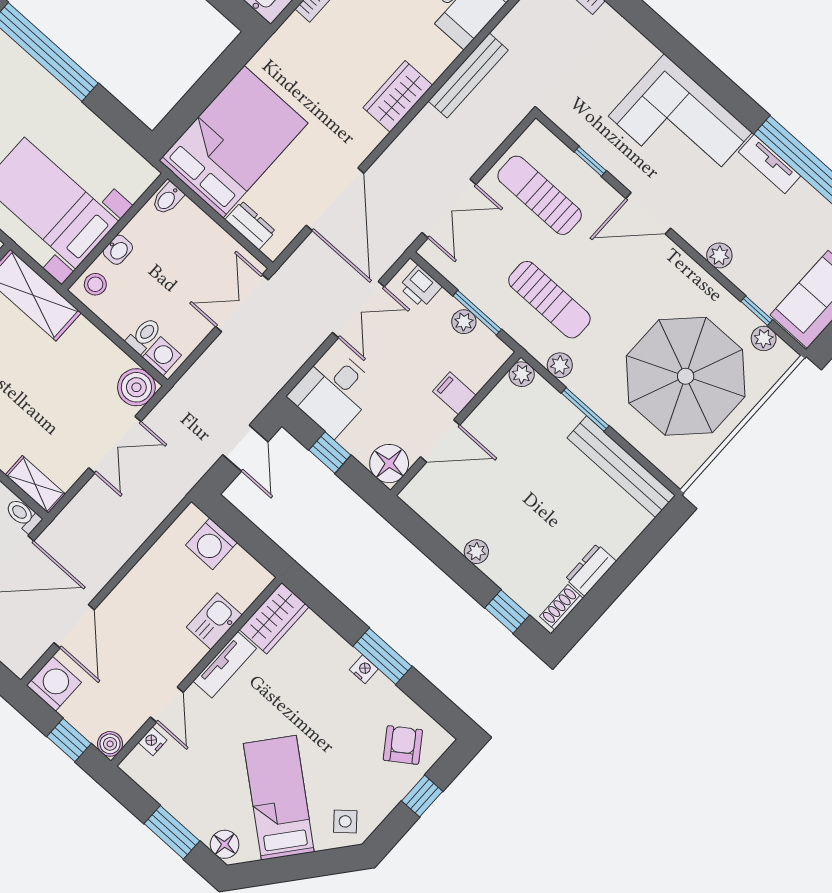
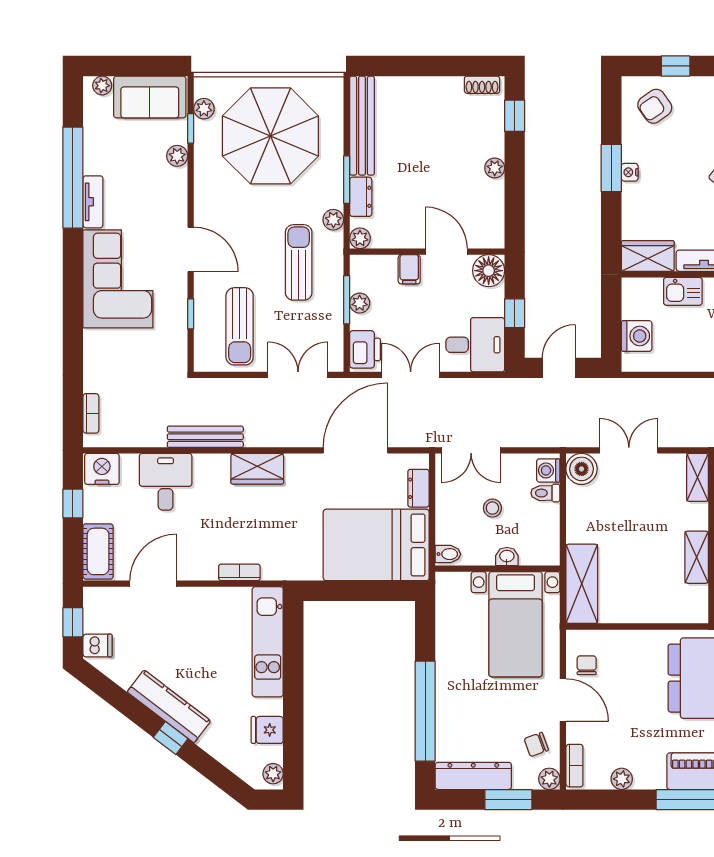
plant: (719, 255) -> (177, 156), moved
stool: (95, 284) -> (492, 508), moved
printer: (420, 287) -> (365, 349), width x1.36, depth x1.24
dresser: (591, 570) -> (361, 197), moved, turned -90

